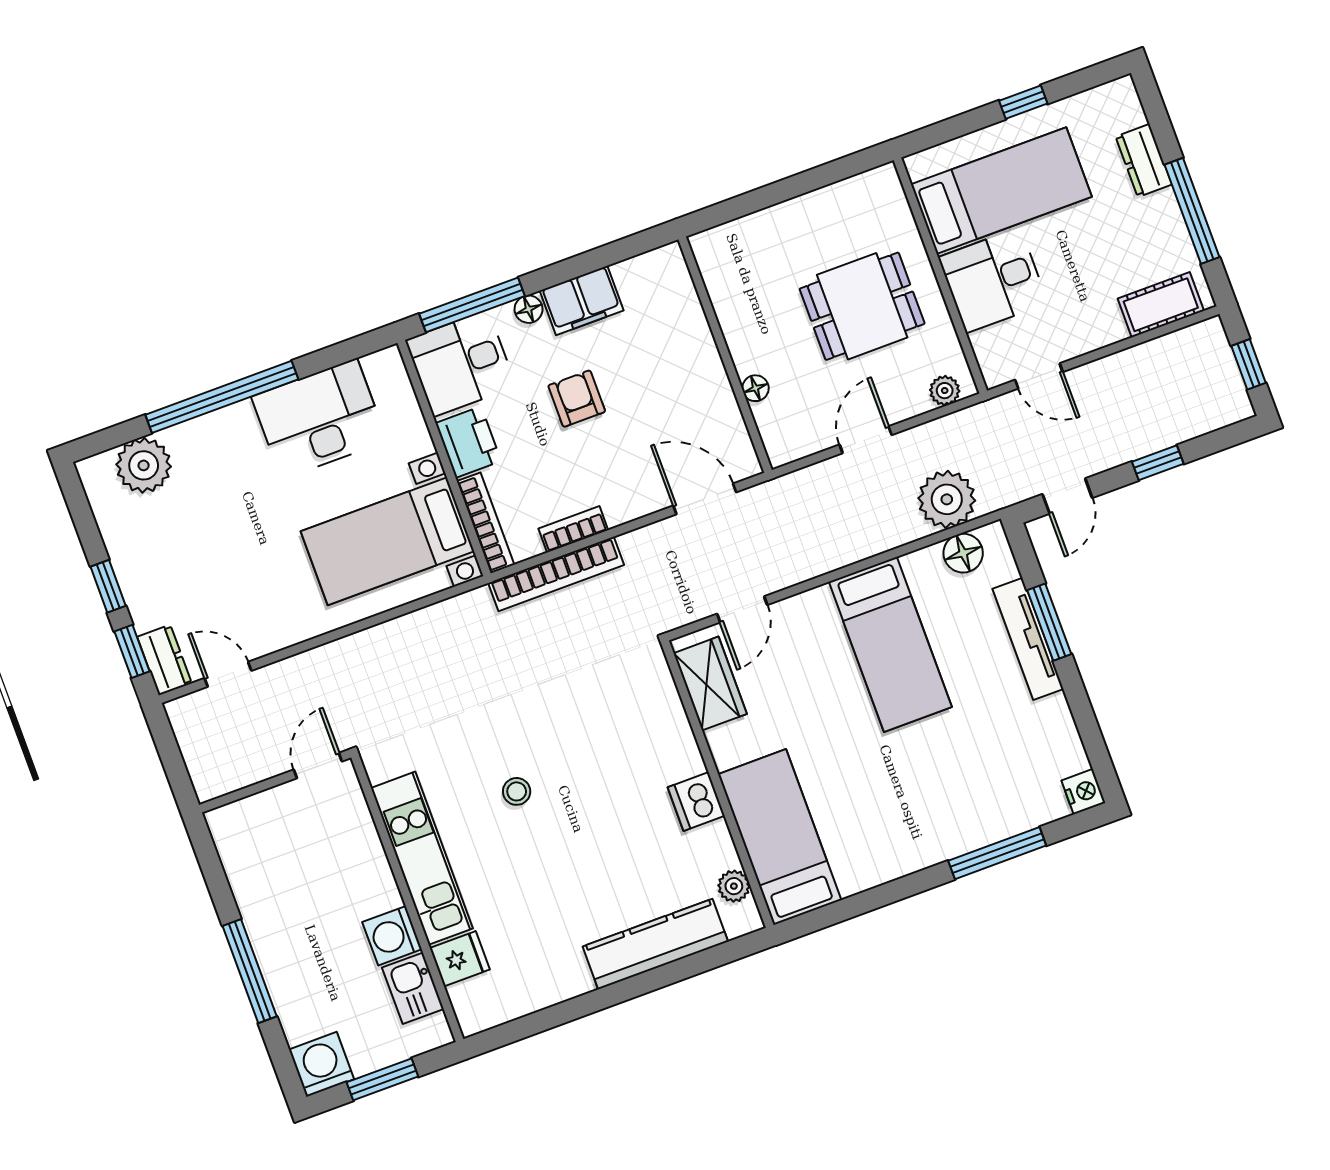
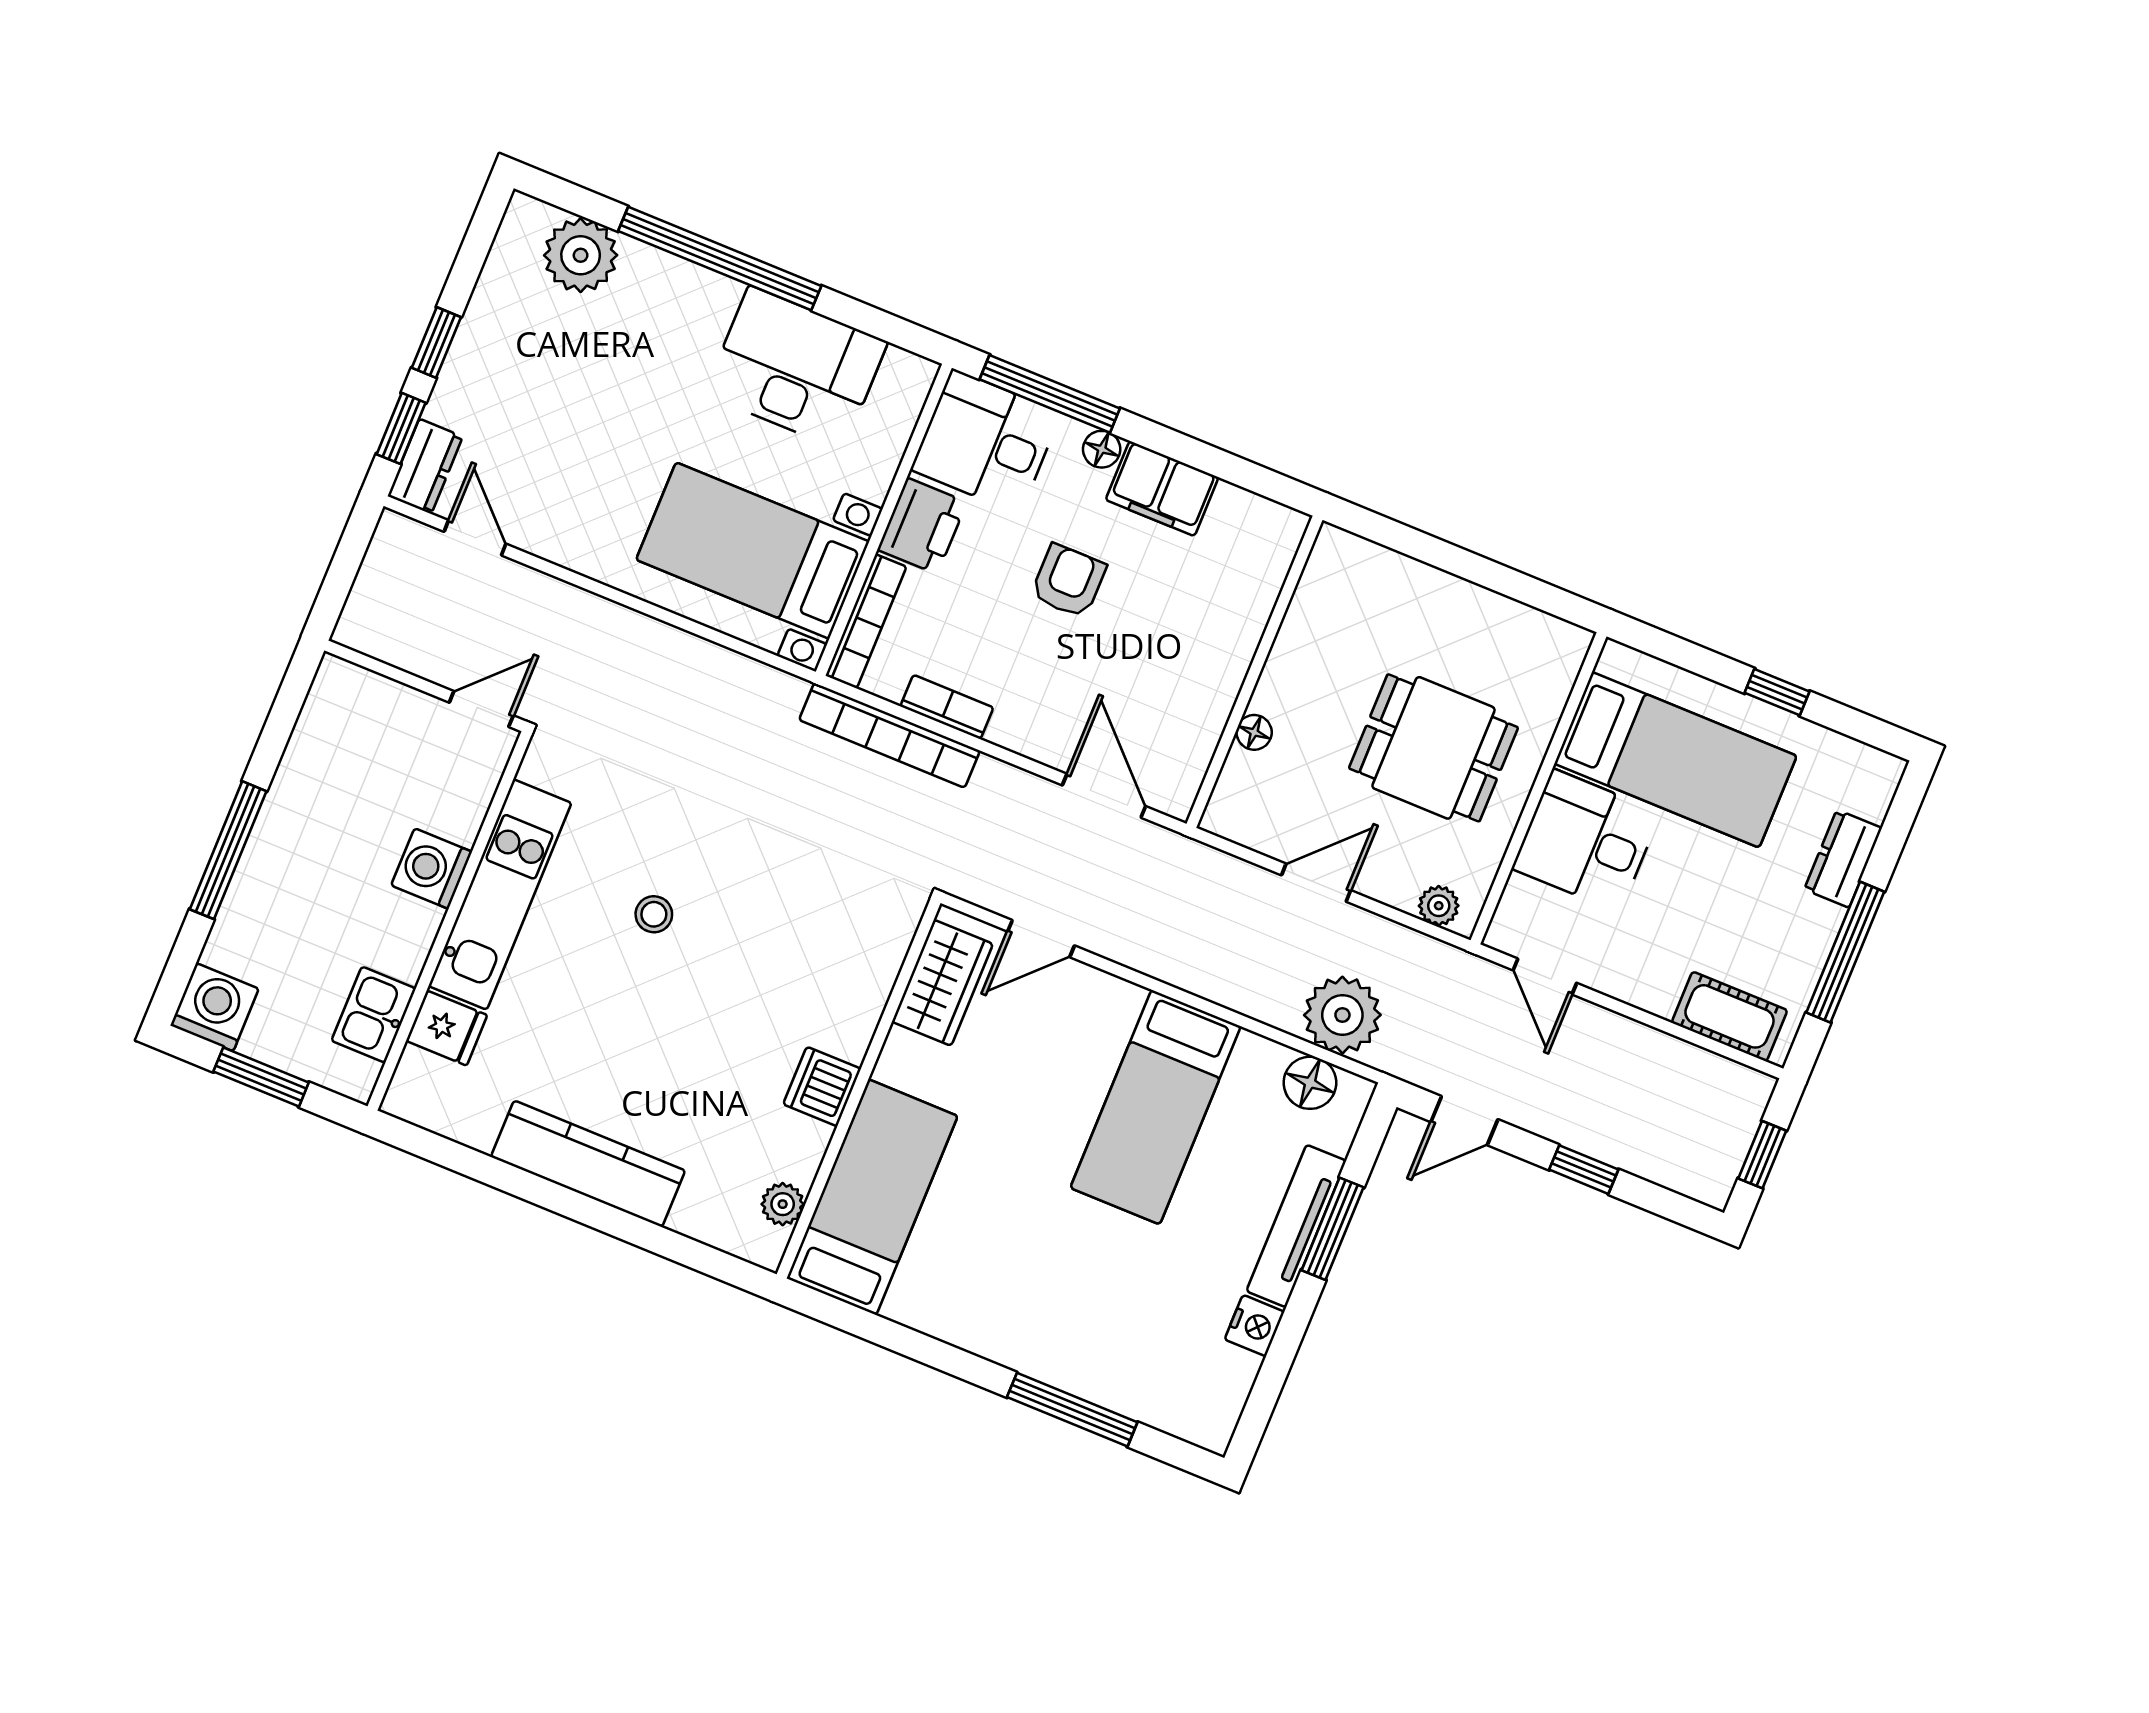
nightstand: (1083, 792) -> (1254, 1326), moved
washing machine: (392, 936) -> (432, 869), moved
kitchen counter: (655, 944) -> (588, 1164), moved

